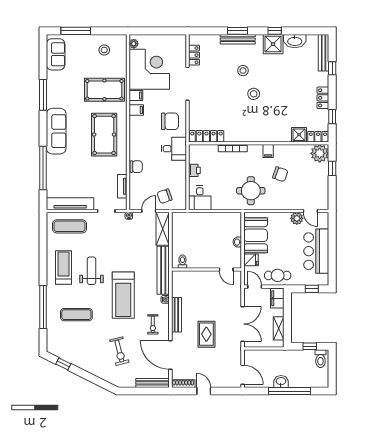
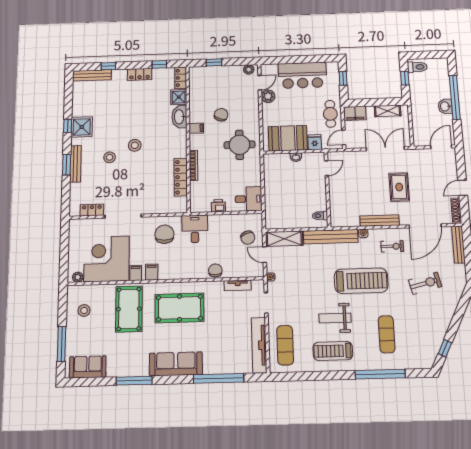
washbasin: (295, 41) -> (179, 117), moved, turned 180
locker: (206, 136) -> (181, 177), moved
plant: (320, 153) -> (249, 69), moved, width x0.53, depth x0.53
rug: (206, 334) -> (399, 187), turned 90

